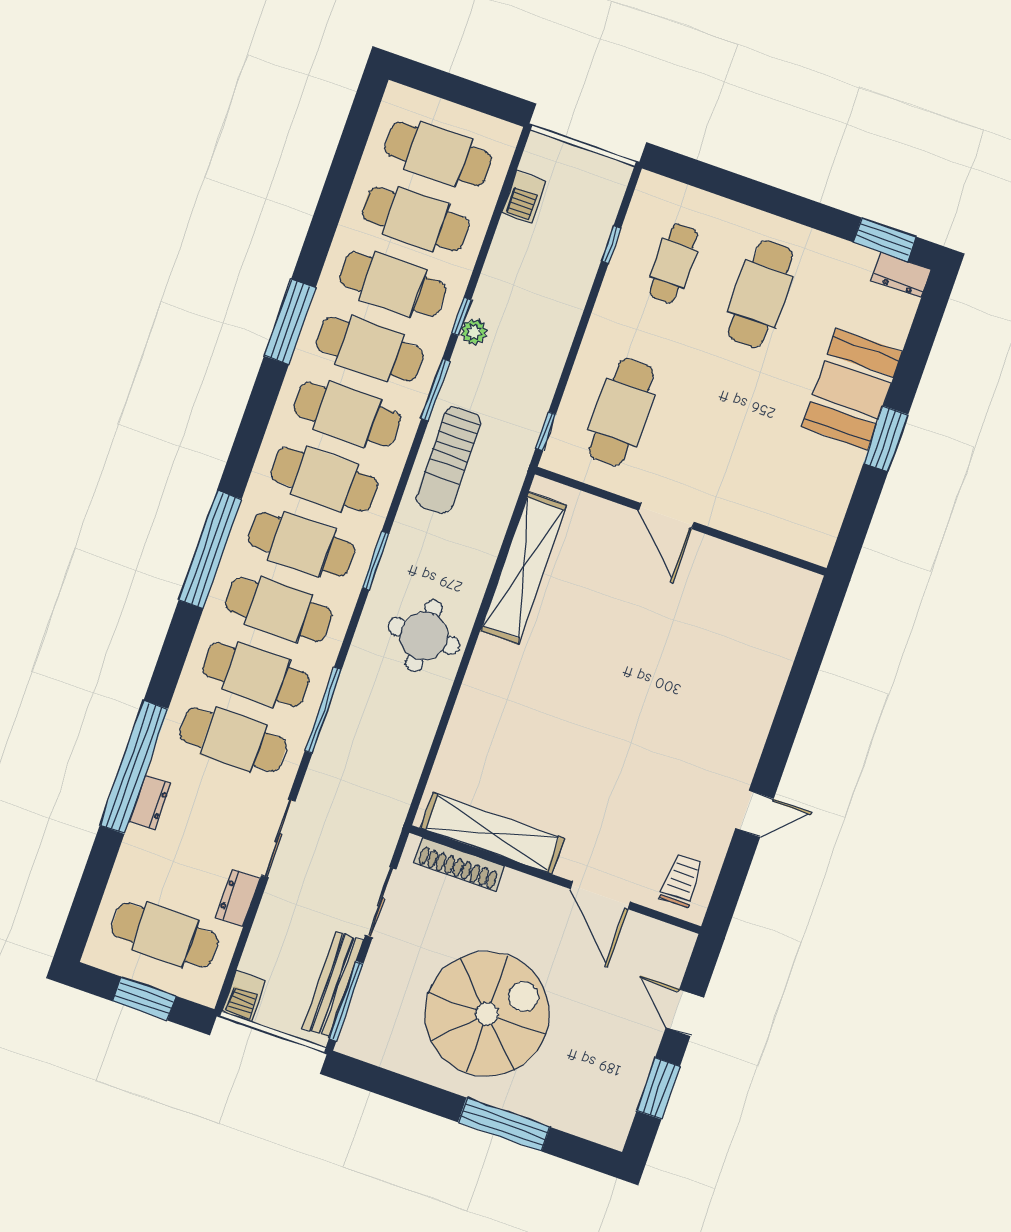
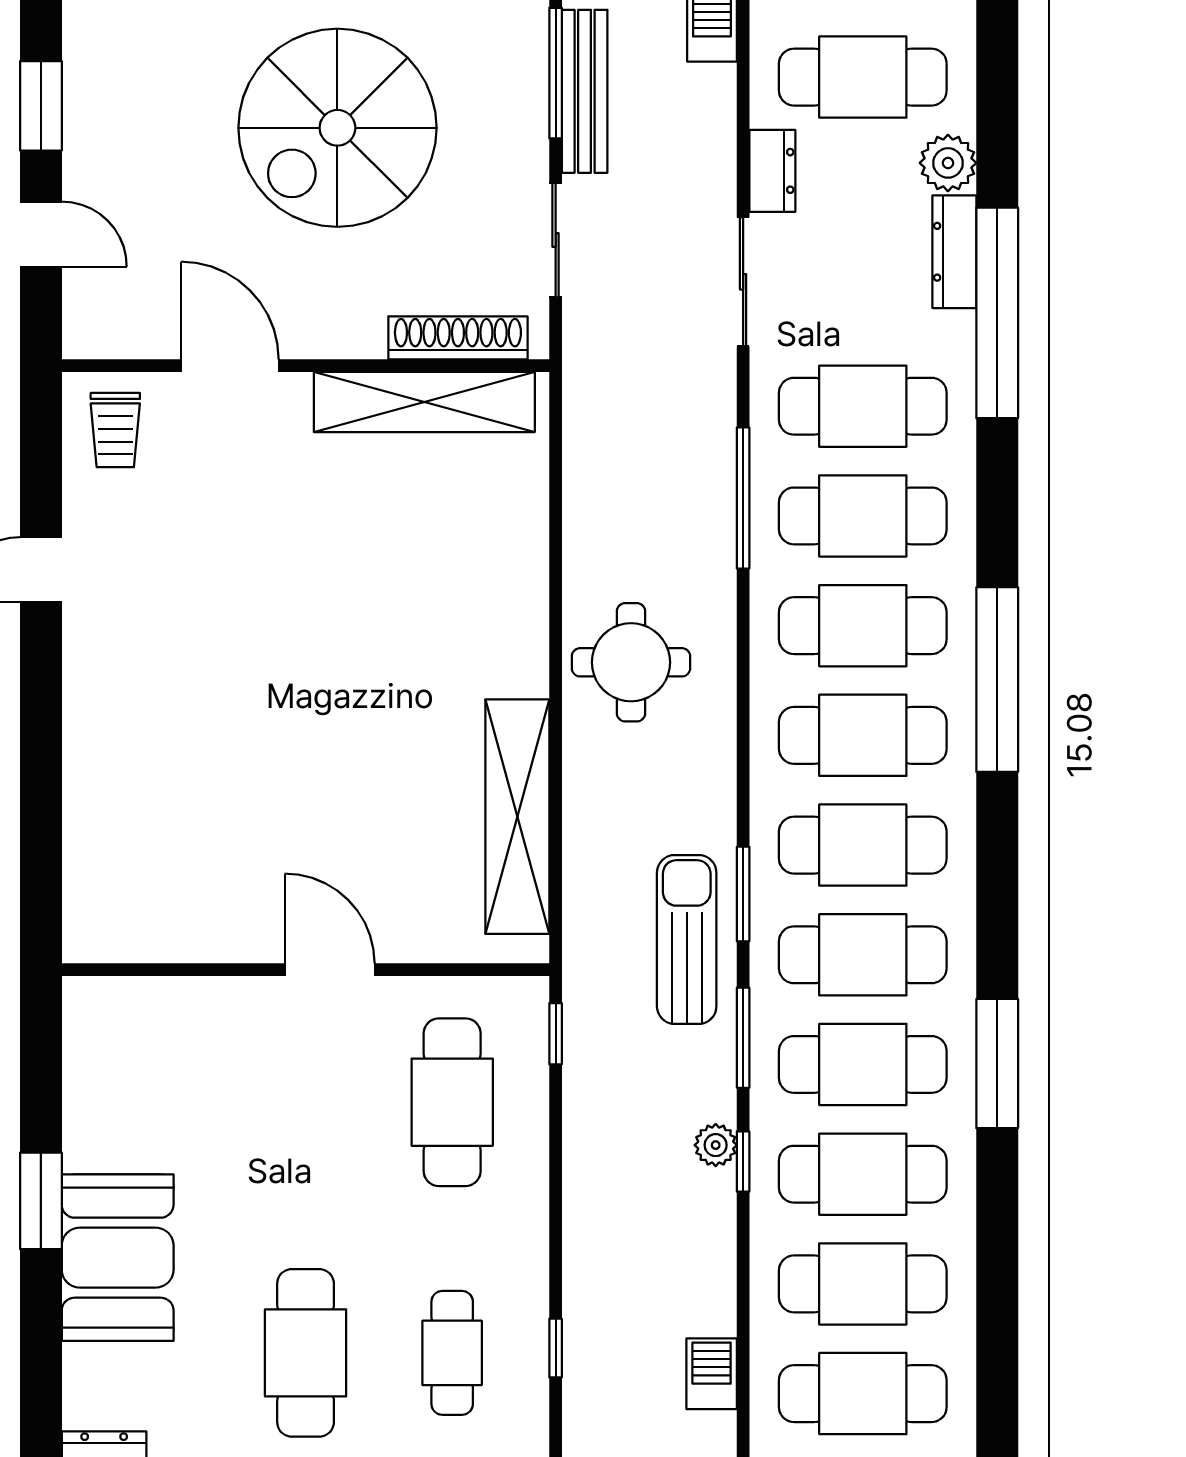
window: (376, 561) -> (743, 894), moved
dresser: (150, 802) -> (954, 252), width x1.44
plant: (132, 866) -> (948, 163), added

